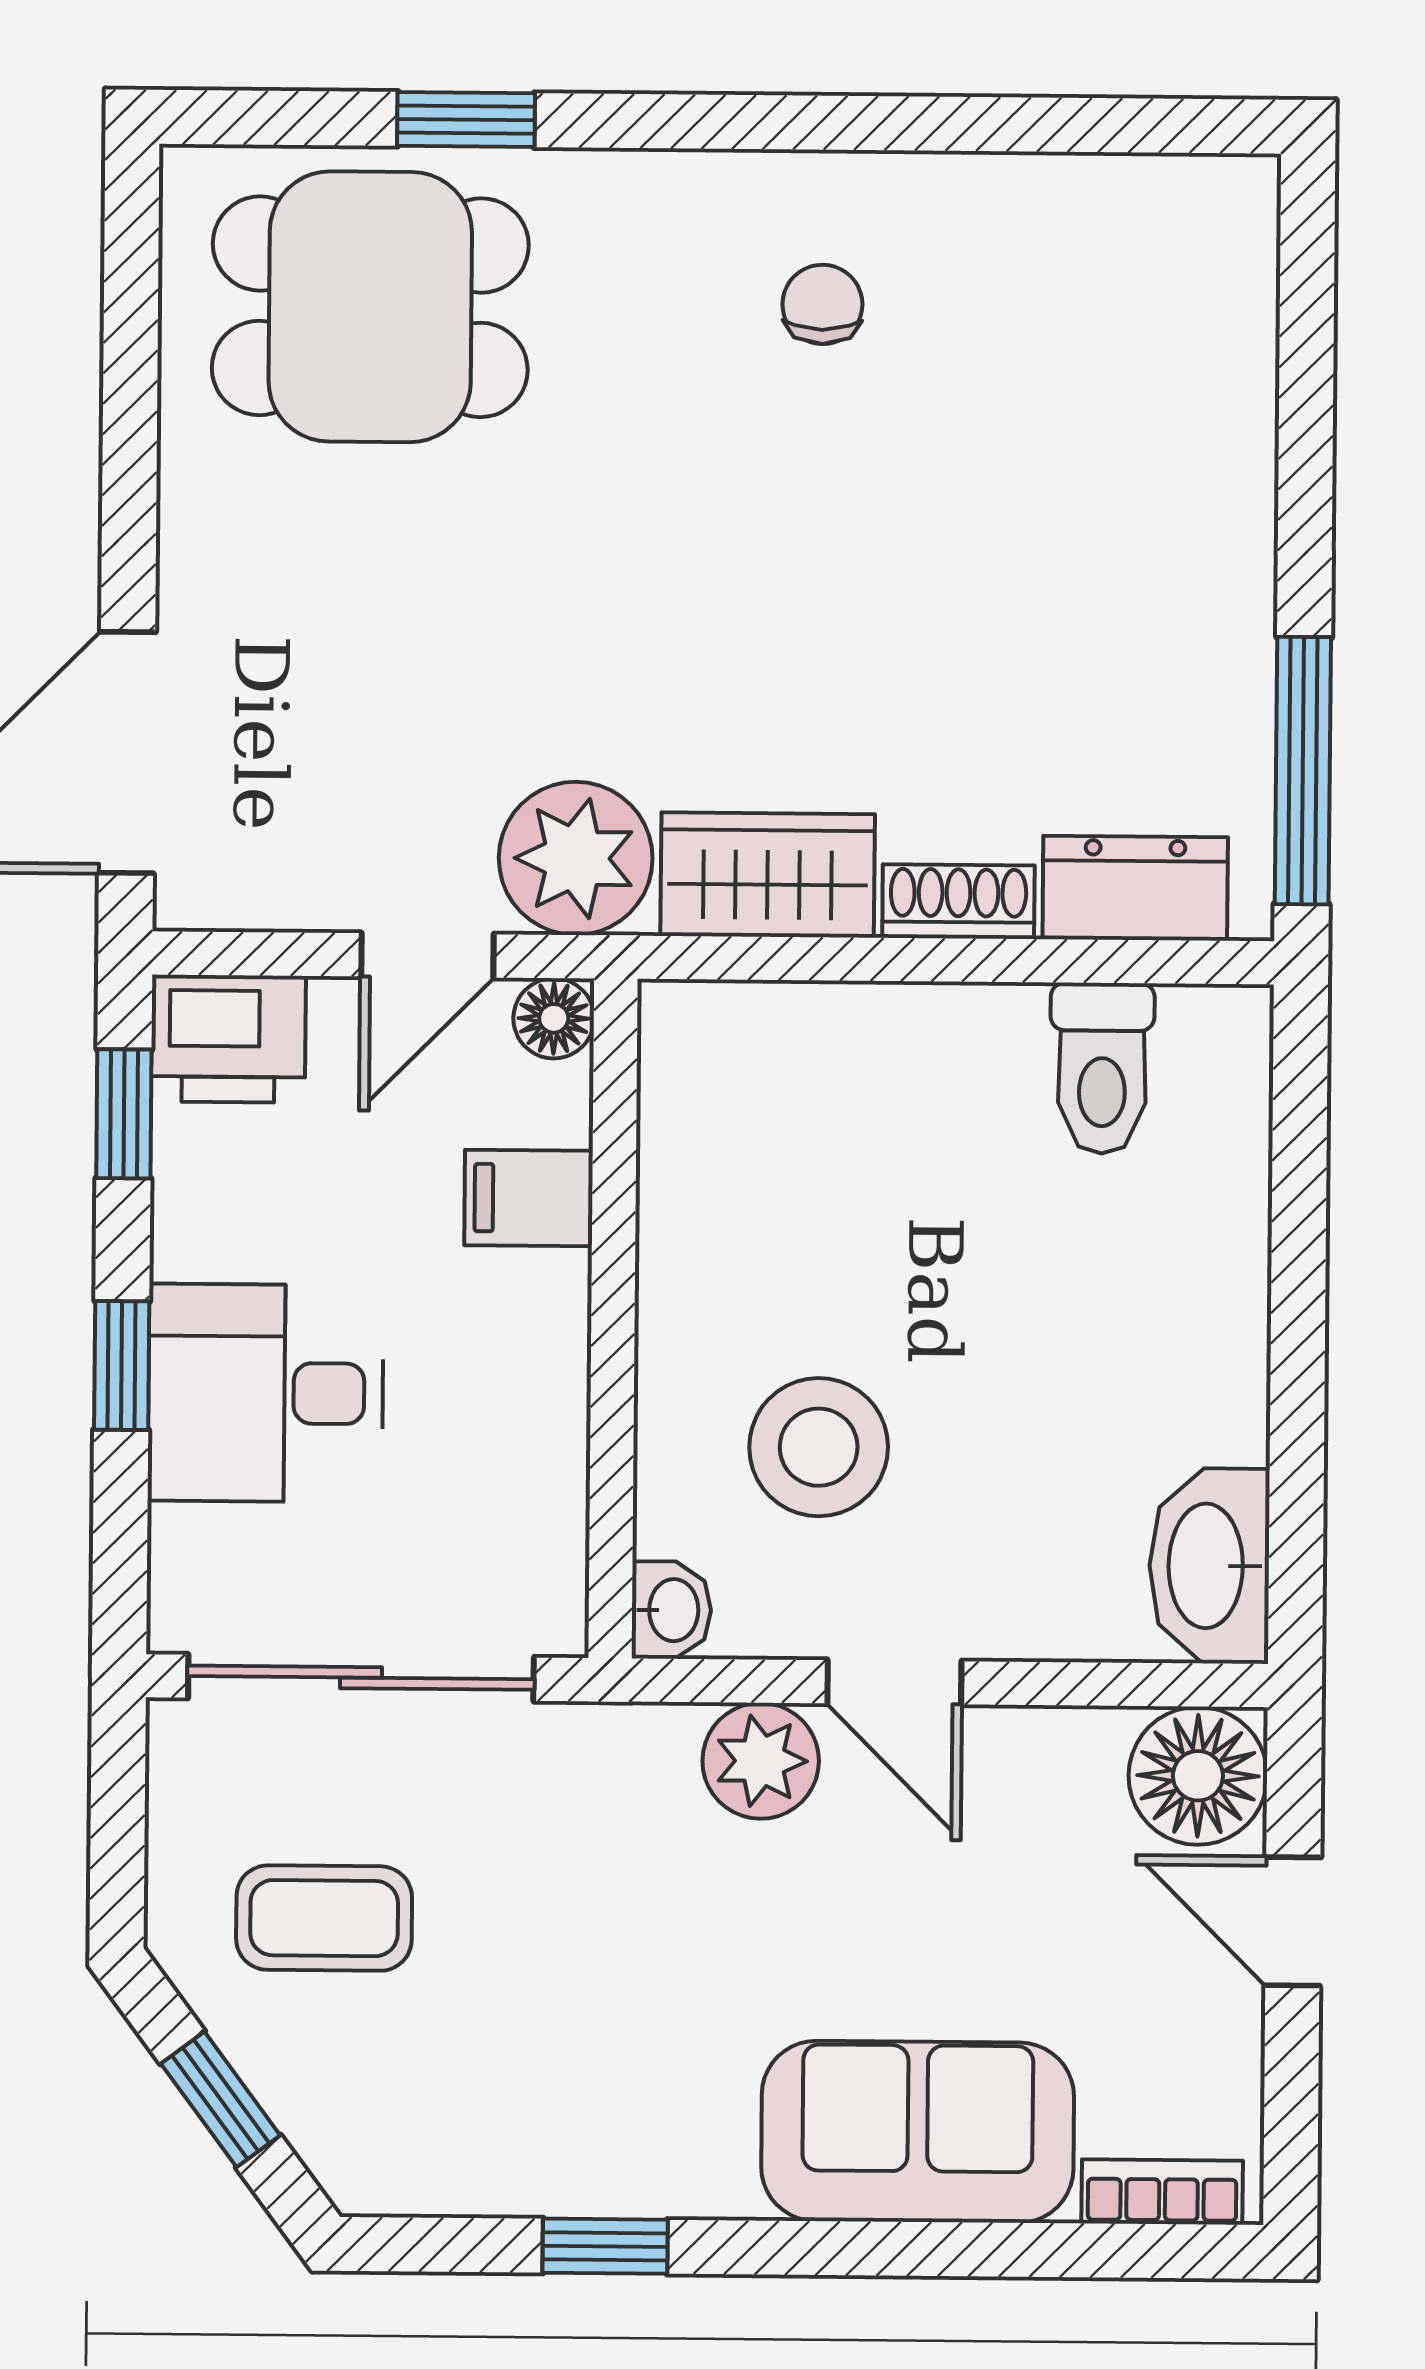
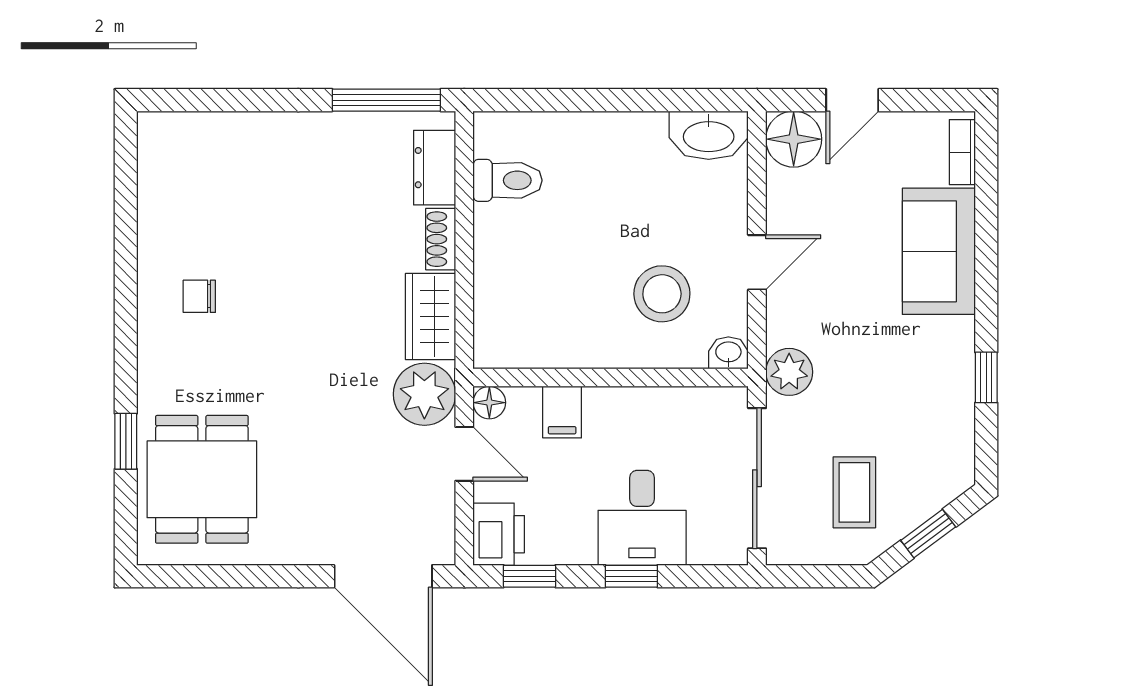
plant: (761, 1761) -> (789, 372), moved

